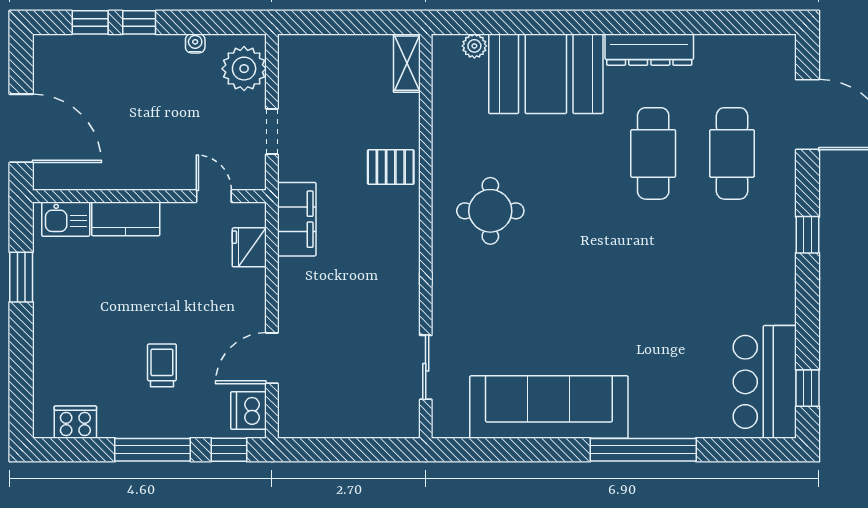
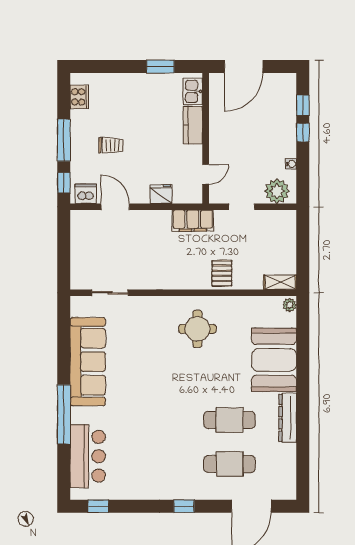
plant: (474, 46) -> (290, 305), moved
fridge: (249, 247) -> (161, 194), moved
bar counter: (765, 382) -> (88, 456), moved, turned 90

